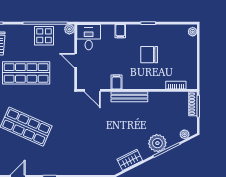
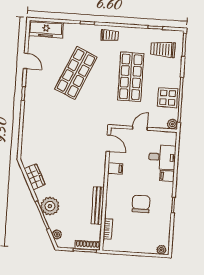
desk: (89, 37) -> (162, 157), moved
door: (92, 90) -> (108, 143), swing flipped
bench: (129, 97) -> (98, 205), moved

